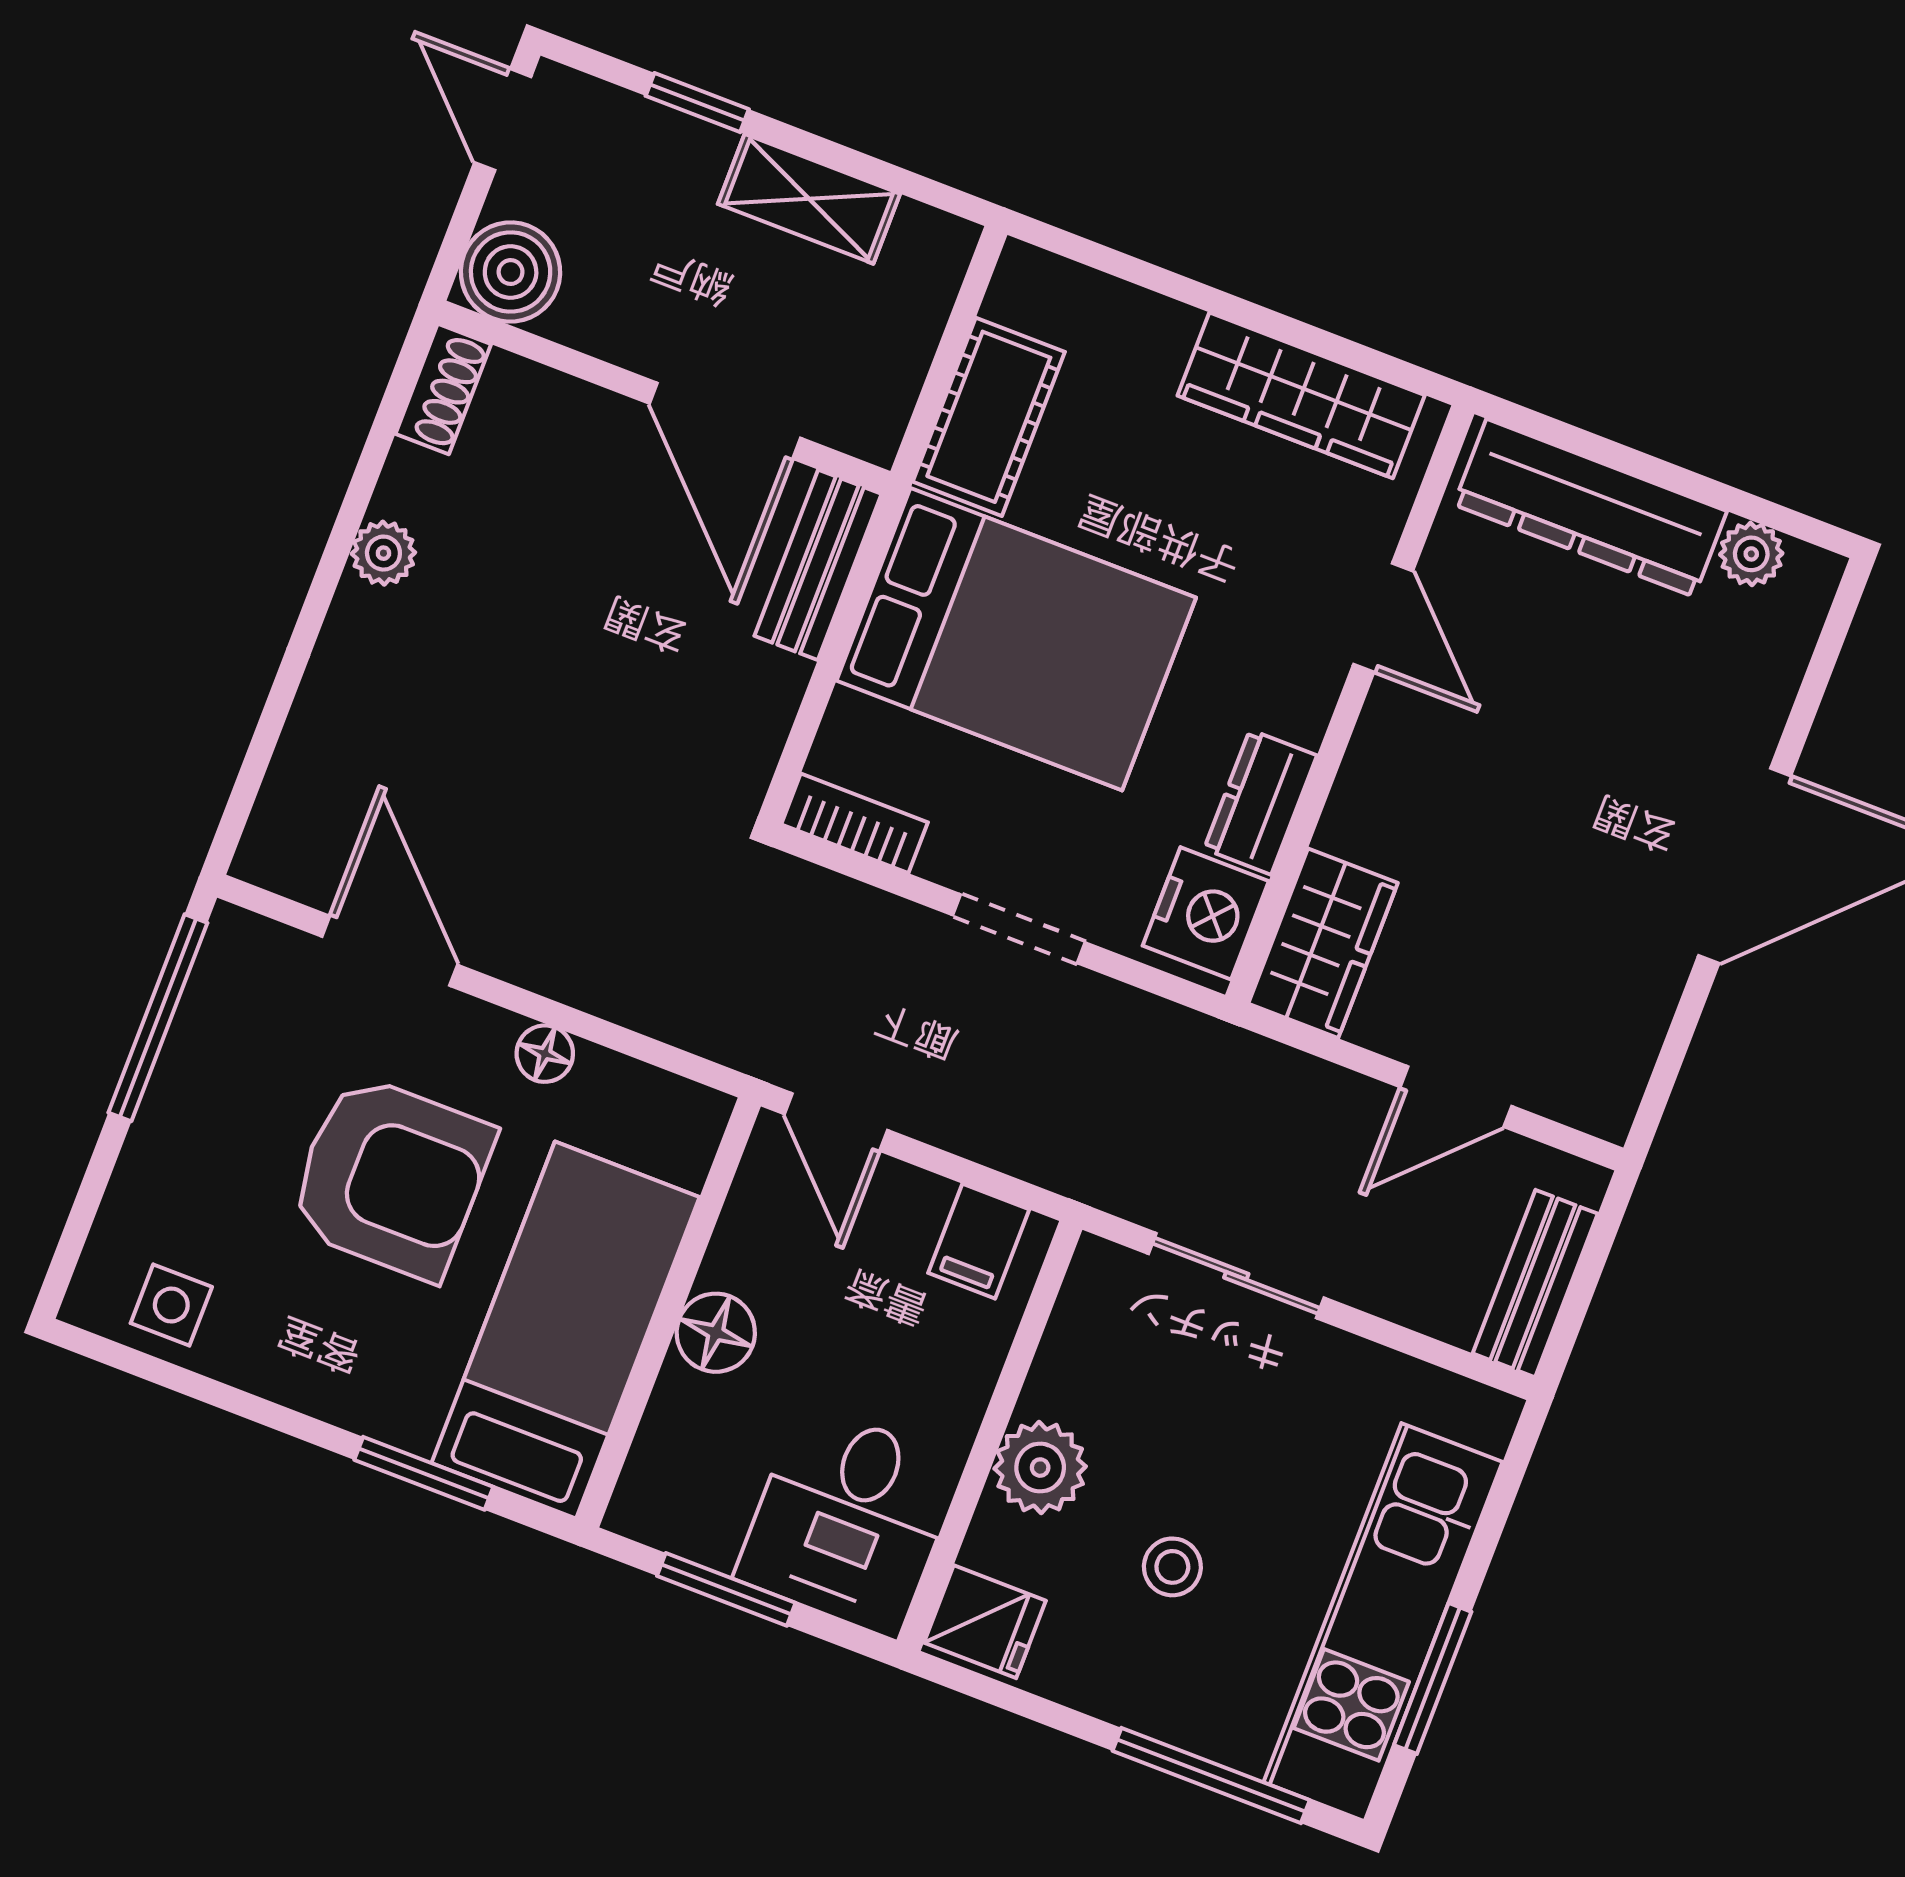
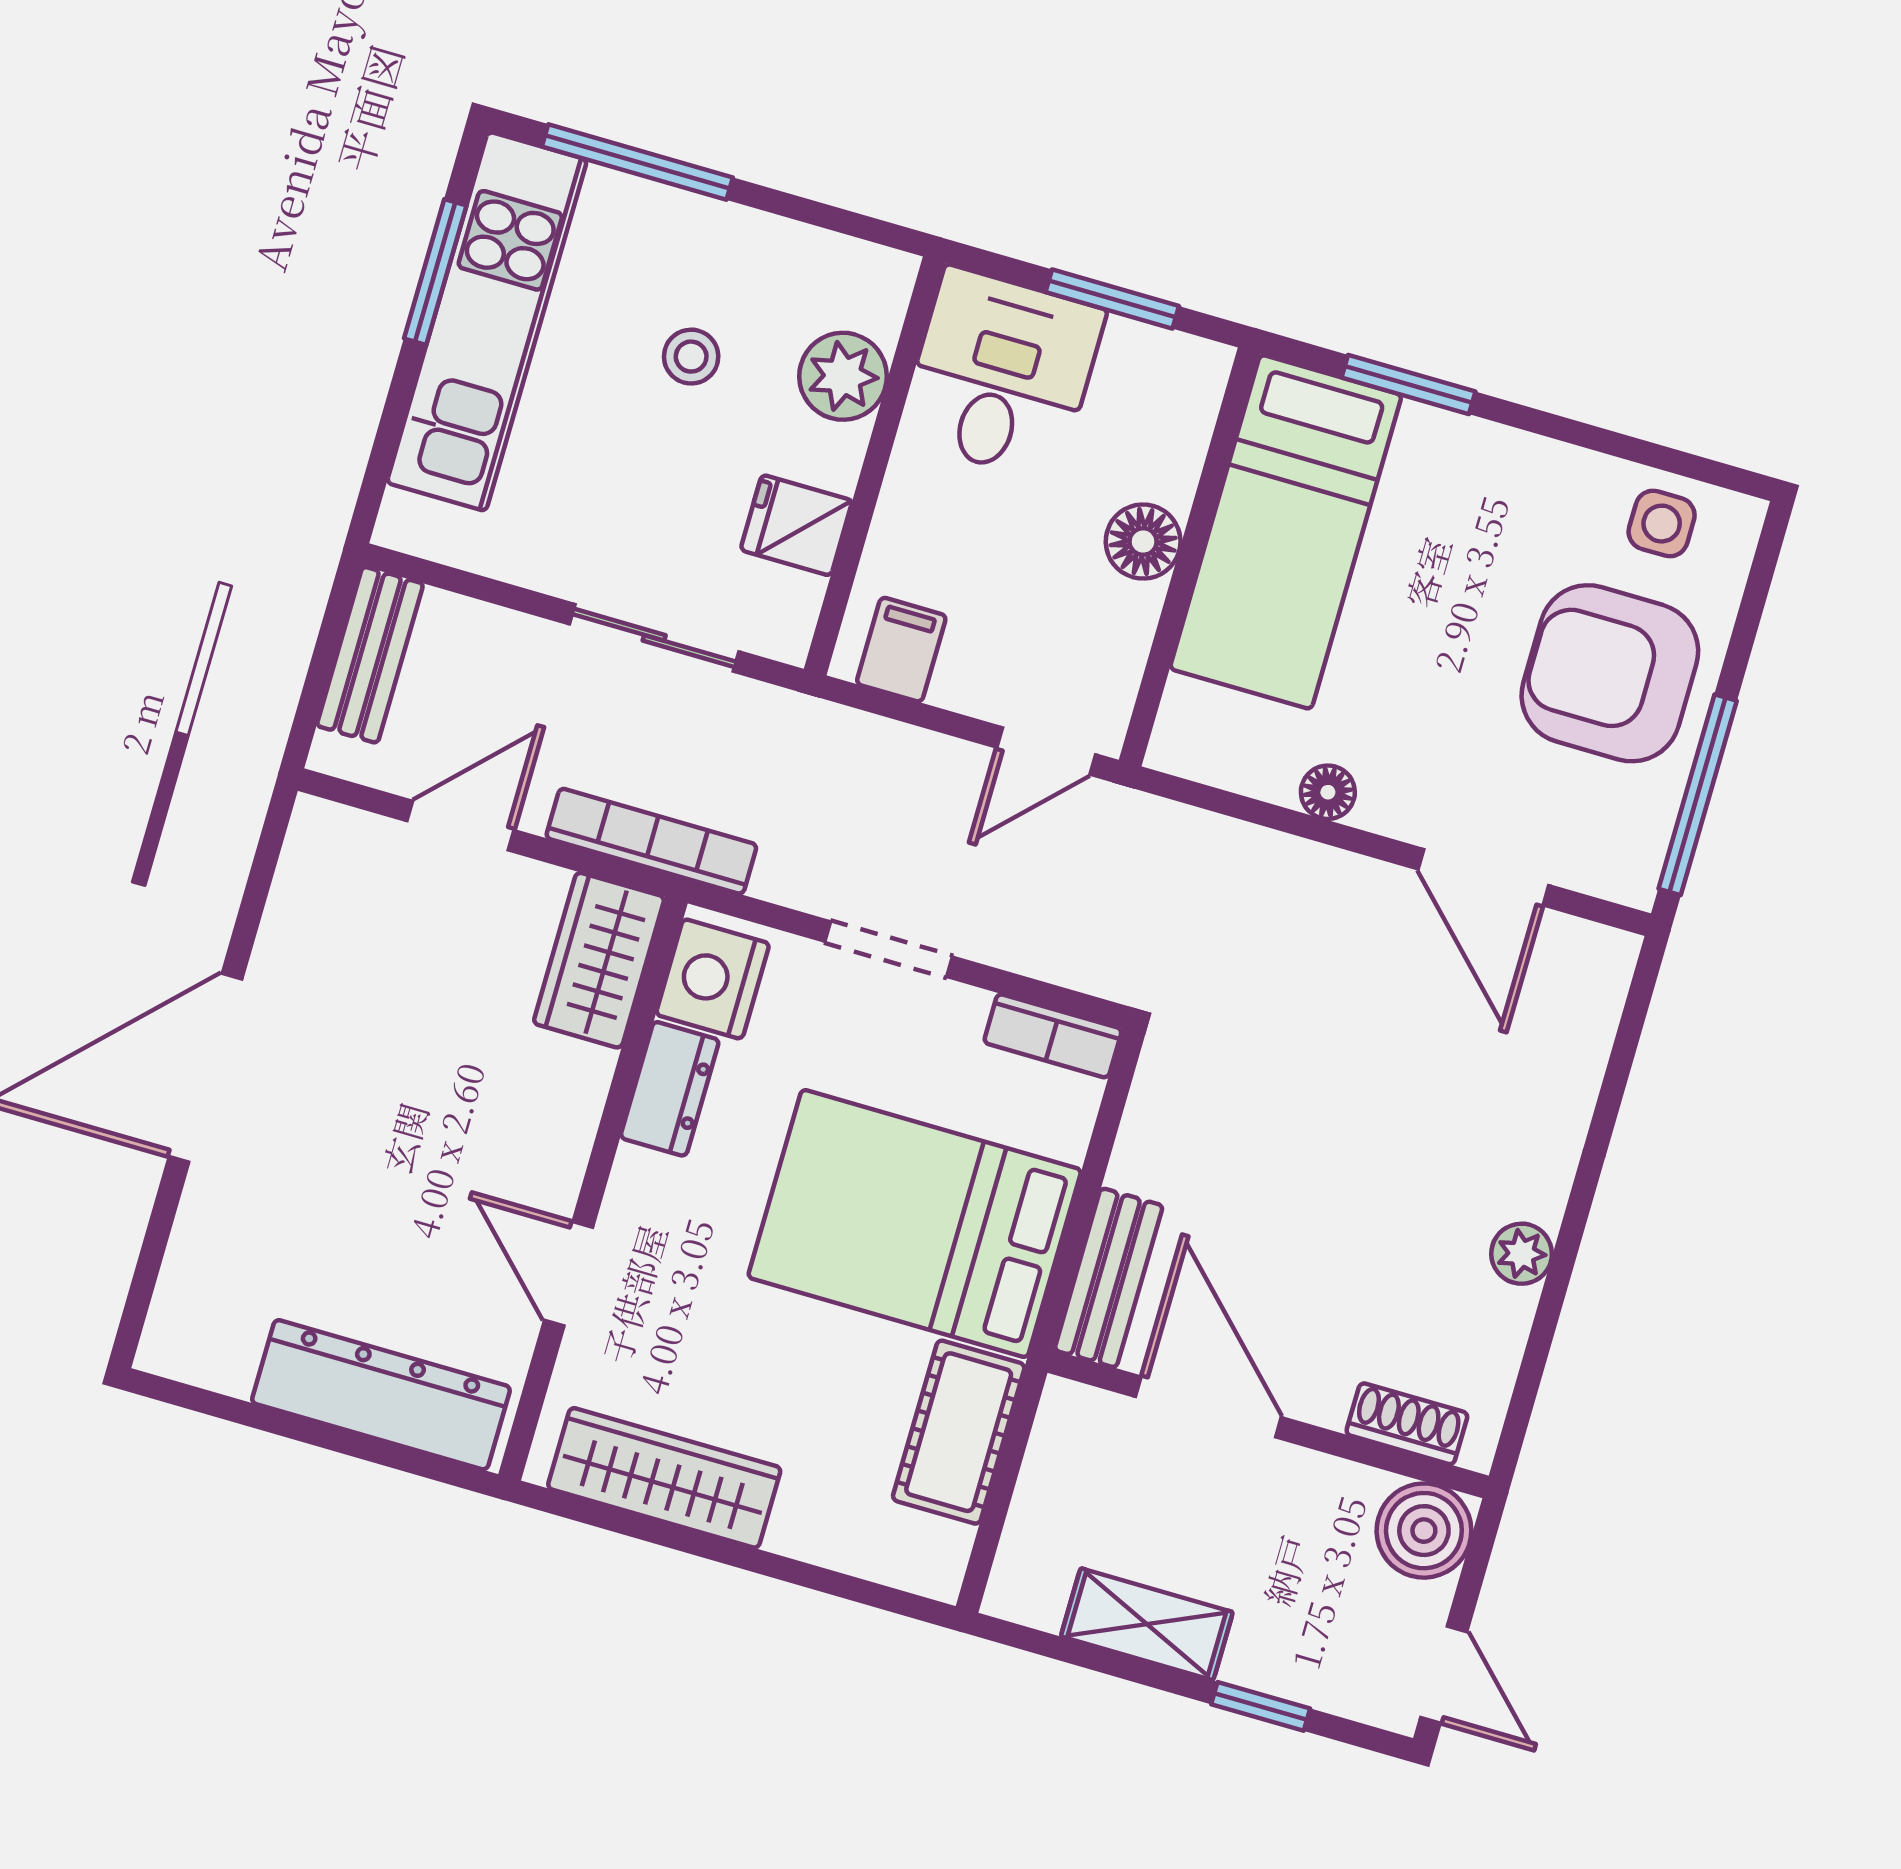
shoe rack: (443, 389) -> (1407, 1424), moved, turned 90
plant: (1751, 554) -> (225, 1364), removed
bookcase: (1257, 1063) -> (651, 841), added
door: (836, 1122) -> (1046, 751), swing flipped
armchair: (391, 1177) -> (1610, 673), moved
plant: (1040, 1468) -> (843, 376), moved
fridge: (985, 1622) -> (796, 525), moved

